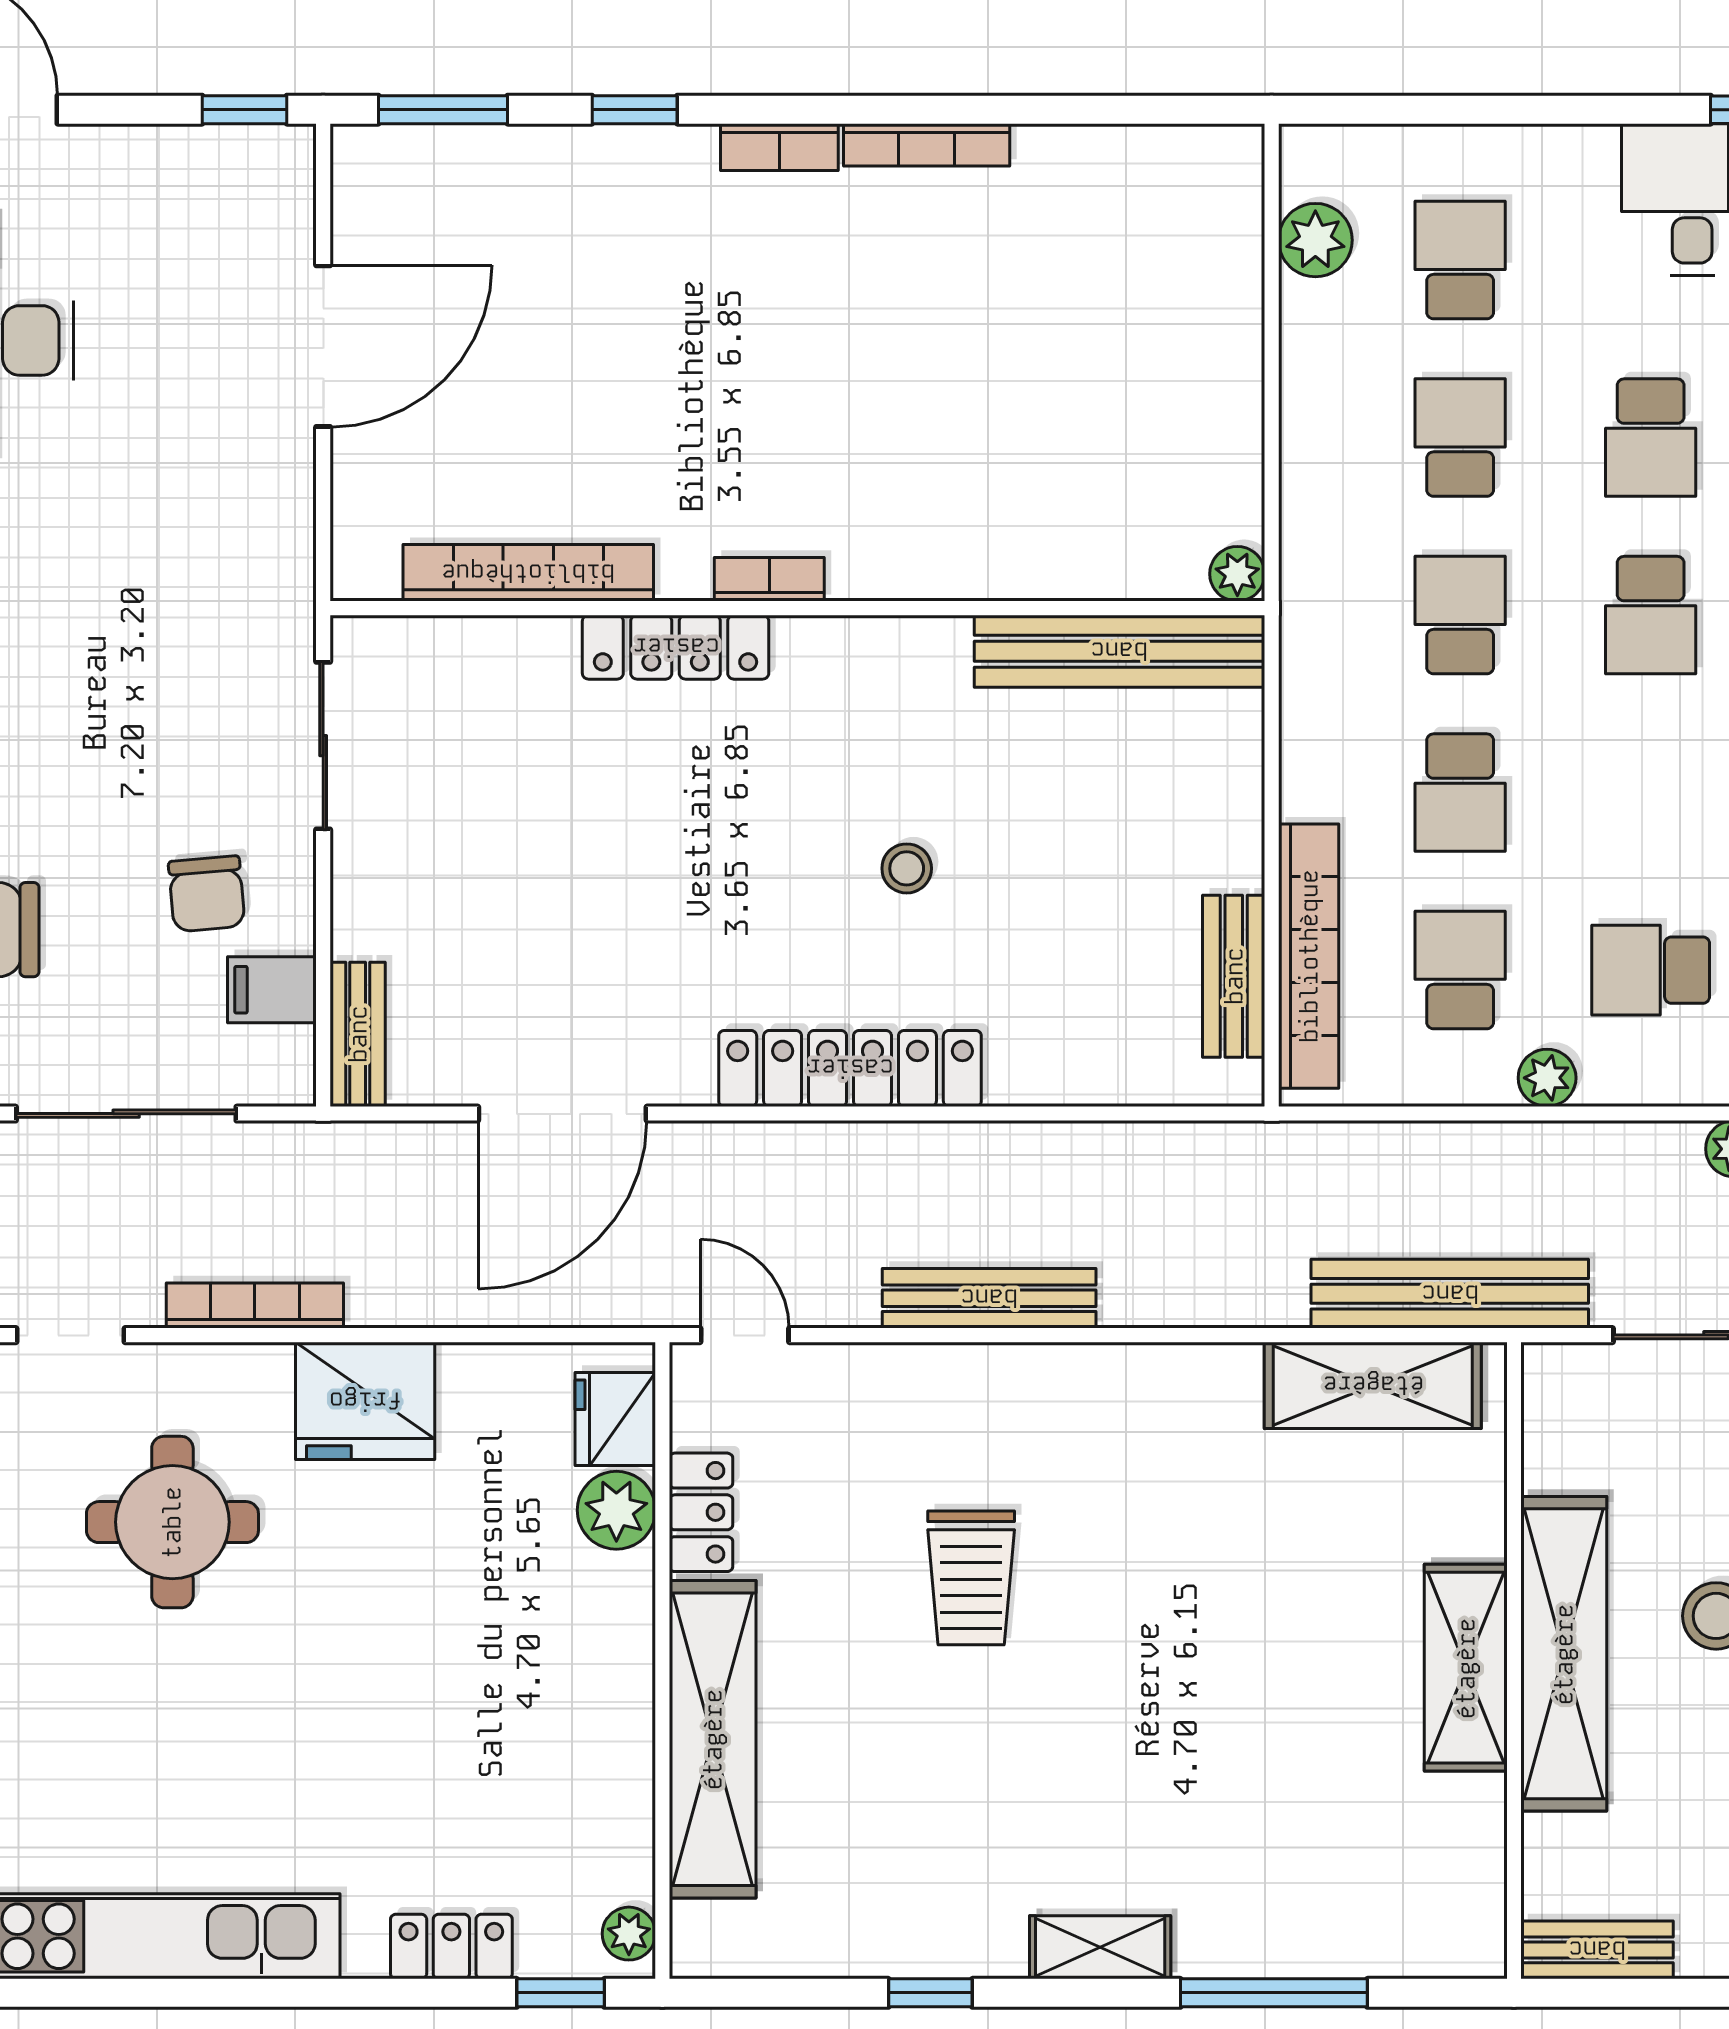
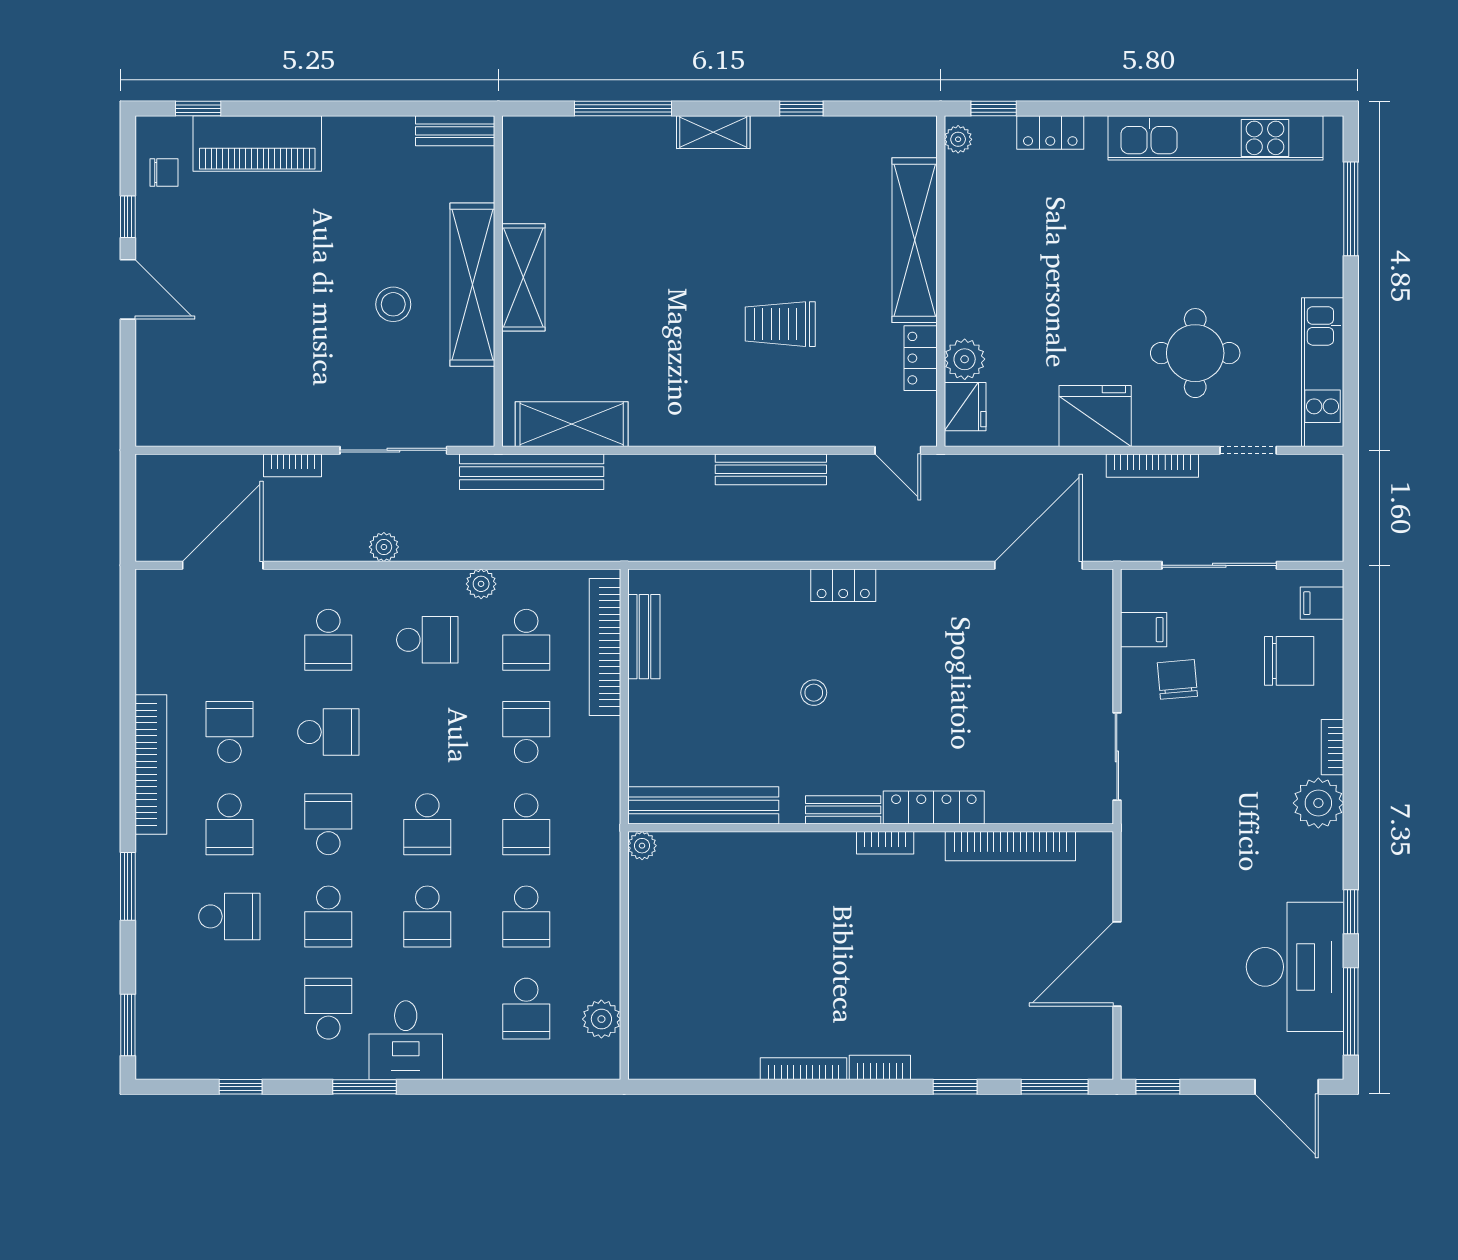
school desk: (1651, 438) -> (427, 916), turned 180
school desk: (1651, 615) -> (427, 824), turned 180
bench: (358, 1034) -> (843, 810), moved, turned 90
locker: (850, 1068) -> (843, 585), width x0.46, depth x0.83
door: (562, 1114) -> (1039, 565), moved
trolley: (971, 1578) -> (780, 324), turned -90

